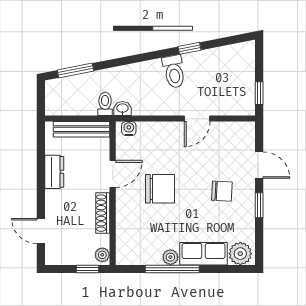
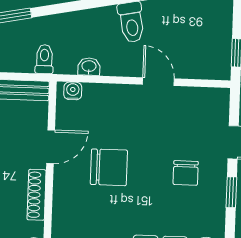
washbasin: (122, 109) -> (89, 67), moved
door: (197, 119) -> (158, 82), swing flipped
chair: (222, 191) -> (186, 173), turned 87

